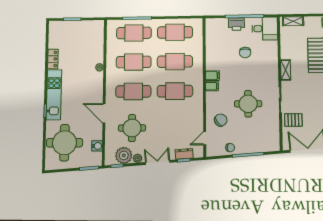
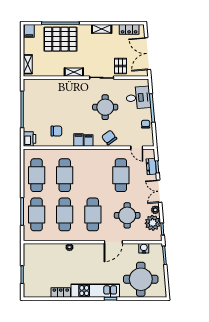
printer: (236, 24) -> (30, 139), moved
desk: (265, 29) -> (138, 98), moved, turned 85
chair: (245, 53) -> (56, 131), moved
cafe table: (175, 91) -> (121, 175), moved
chair: (221, 120) -> (109, 138), moved

